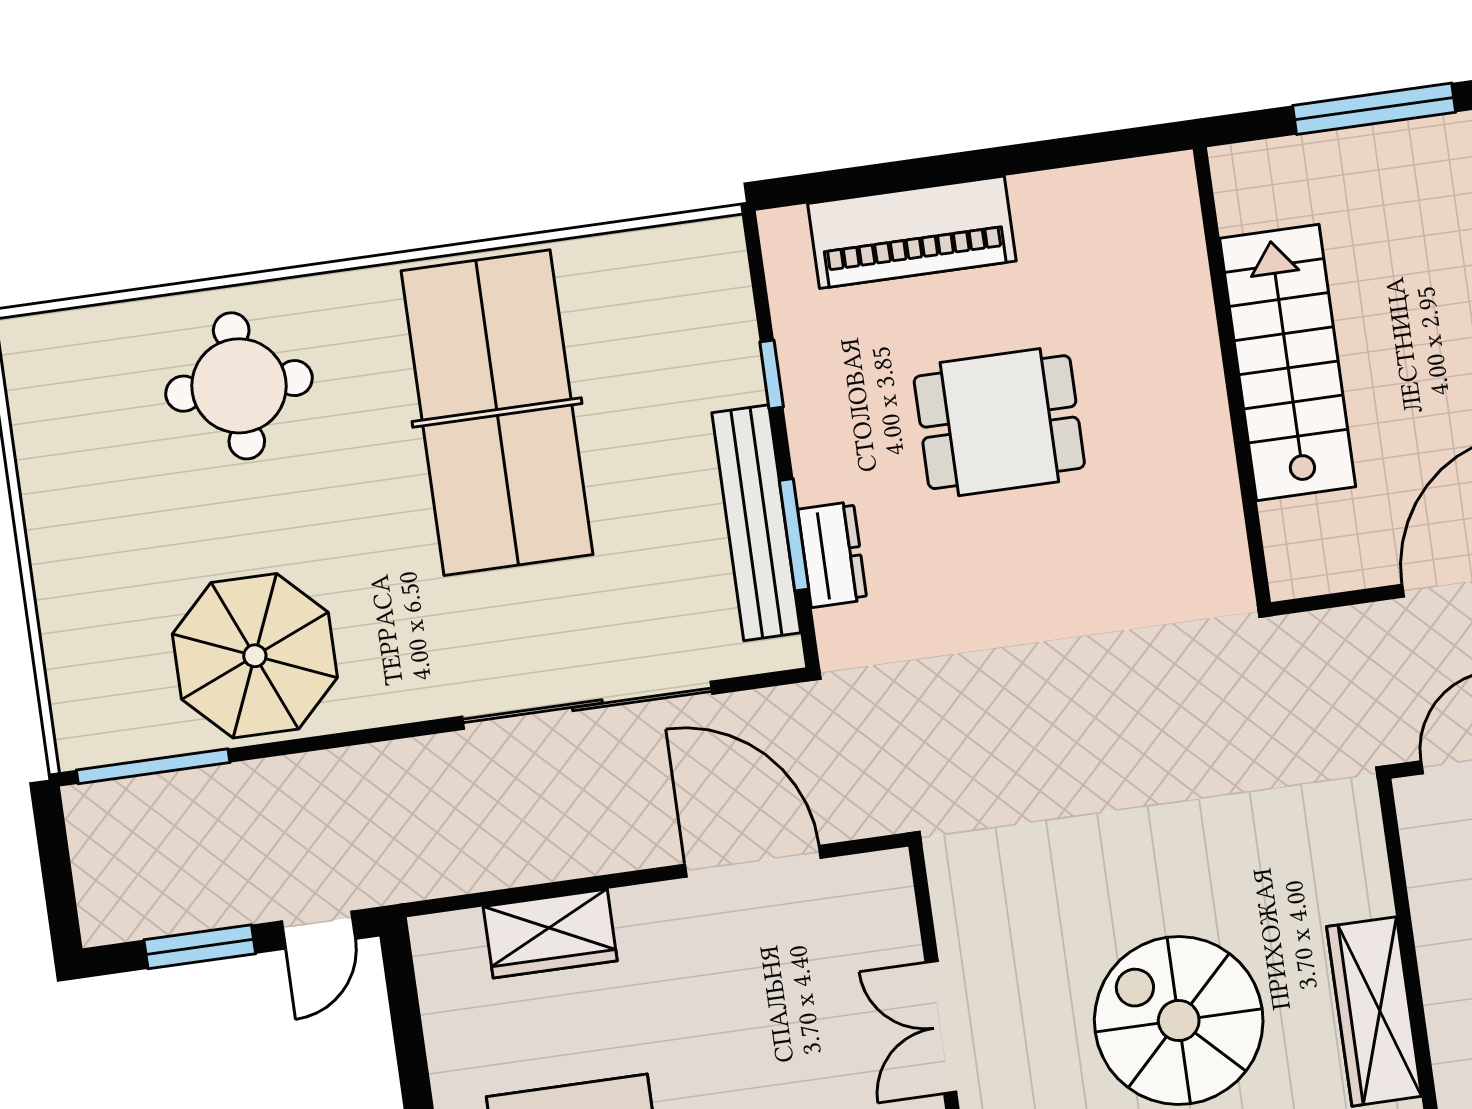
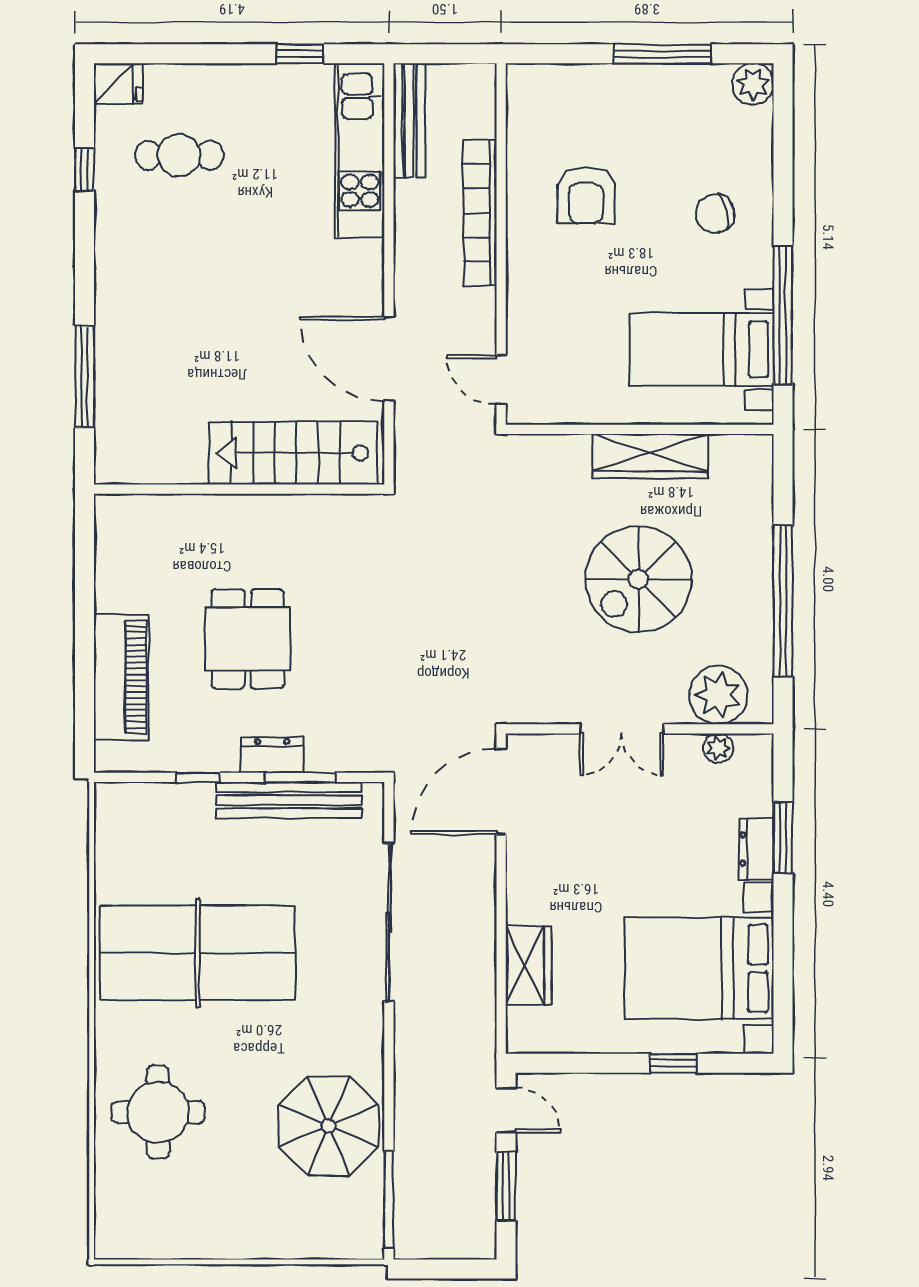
stairs: (1288, 362) -> (293, 453), moved
dresser: (832, 555) -> (272, 755), moved
door: (753, 861) -> (501, 791), moved

